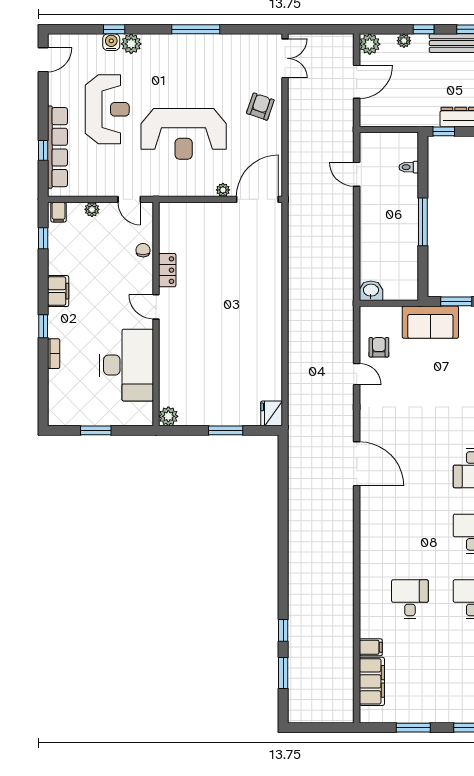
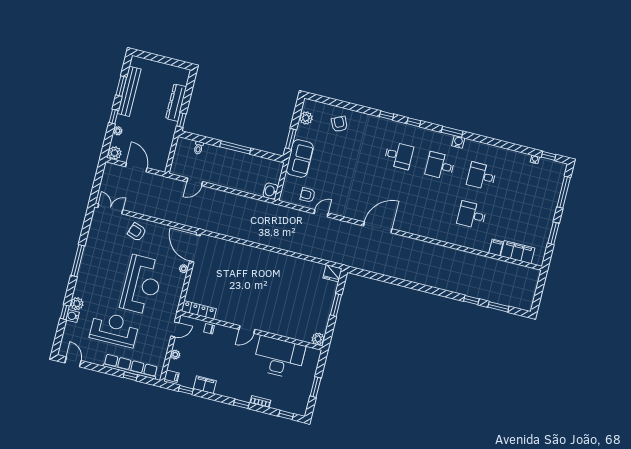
locker: (167, 270) -> (199, 310), moved, width x1.53
filing cabinet: (58, 291) -> (205, 385), moved
window: (43, 397) -> (286, 415), added

